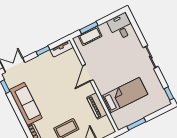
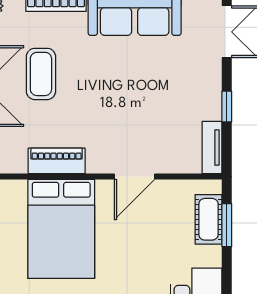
door: (88, 73) -> (134, 176), swing flipped
bed: (124, 95) -> (61, 229), width x1.50

